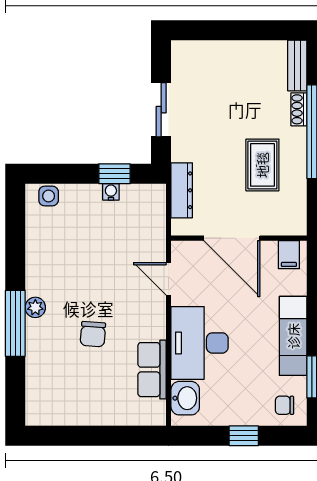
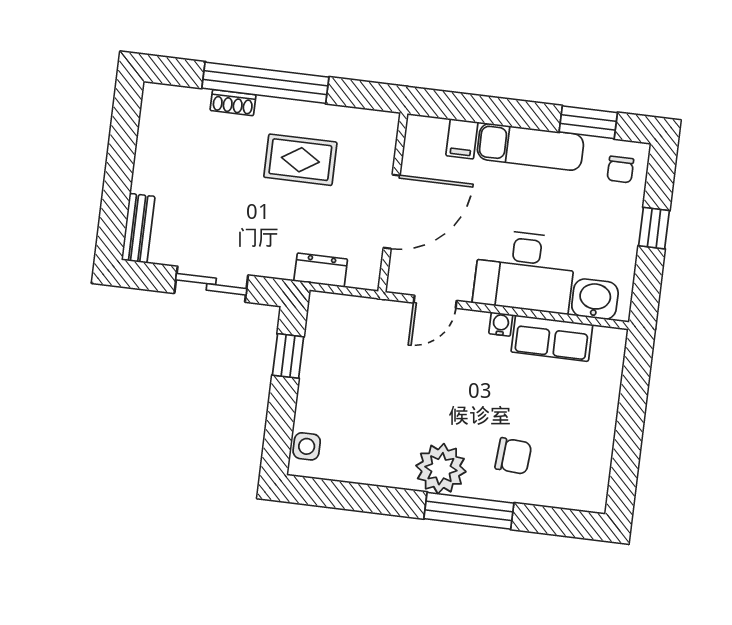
bench: (297, 66) -> (138, 228), moved, turned 90
dresser: (182, 190) -> (321, 270), width x0.70
water cooler: (111, 192) -> (501, 324), moved, turned 90
filing cabinet: (289, 255) -> (462, 139), moved, turned 90
plant: (35, 307) -> (441, 469), width x1.88, depth x1.88
chair: (93, 334) -> (513, 456), moved

